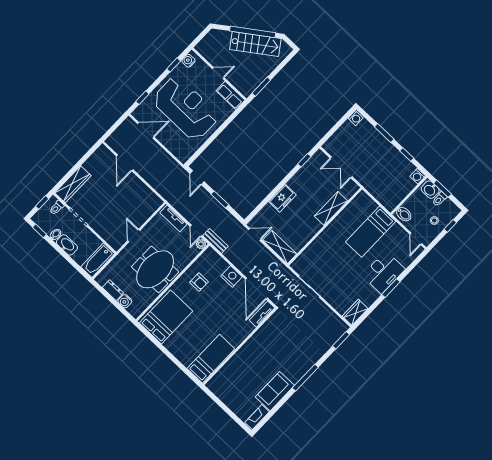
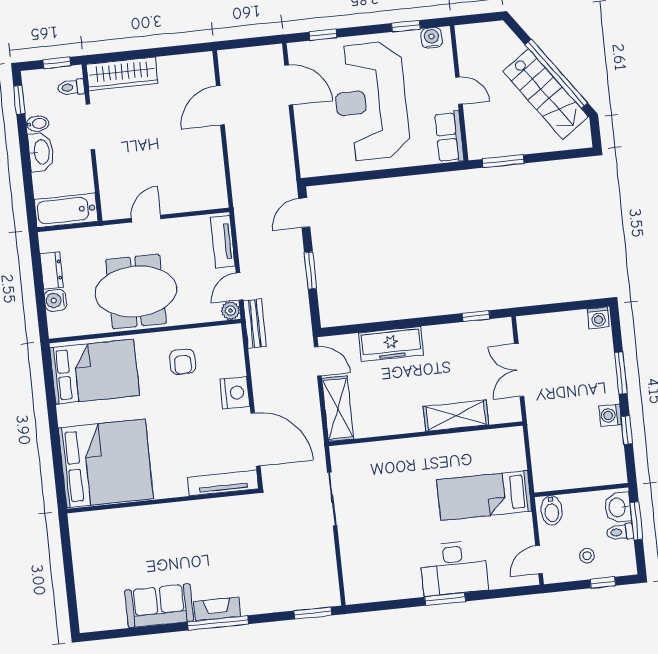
reception desk: (186, 108) -> (371, 101), turned 180
washing machine: (418, 176) -> (610, 415), moved
freezer: (282, 198) -> (391, 344), width x1.40
door: (256, 289) -> (255, 439), swing flipped
wardrobe: (355, 312) -> (366, 590), removed
tv unit: (262, 314) -> (223, 483), width x1.41
bed: (211, 359) -> (106, 463), width x2.04
fireplace: (257, 417) -> (217, 609), moved

